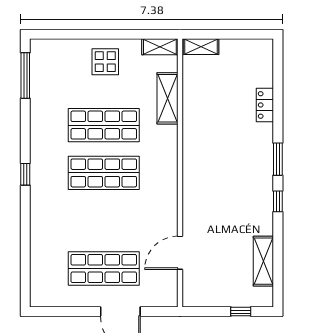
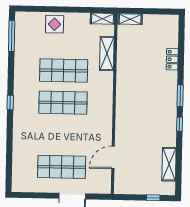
display table: (105, 62) -> (55, 24), moved

